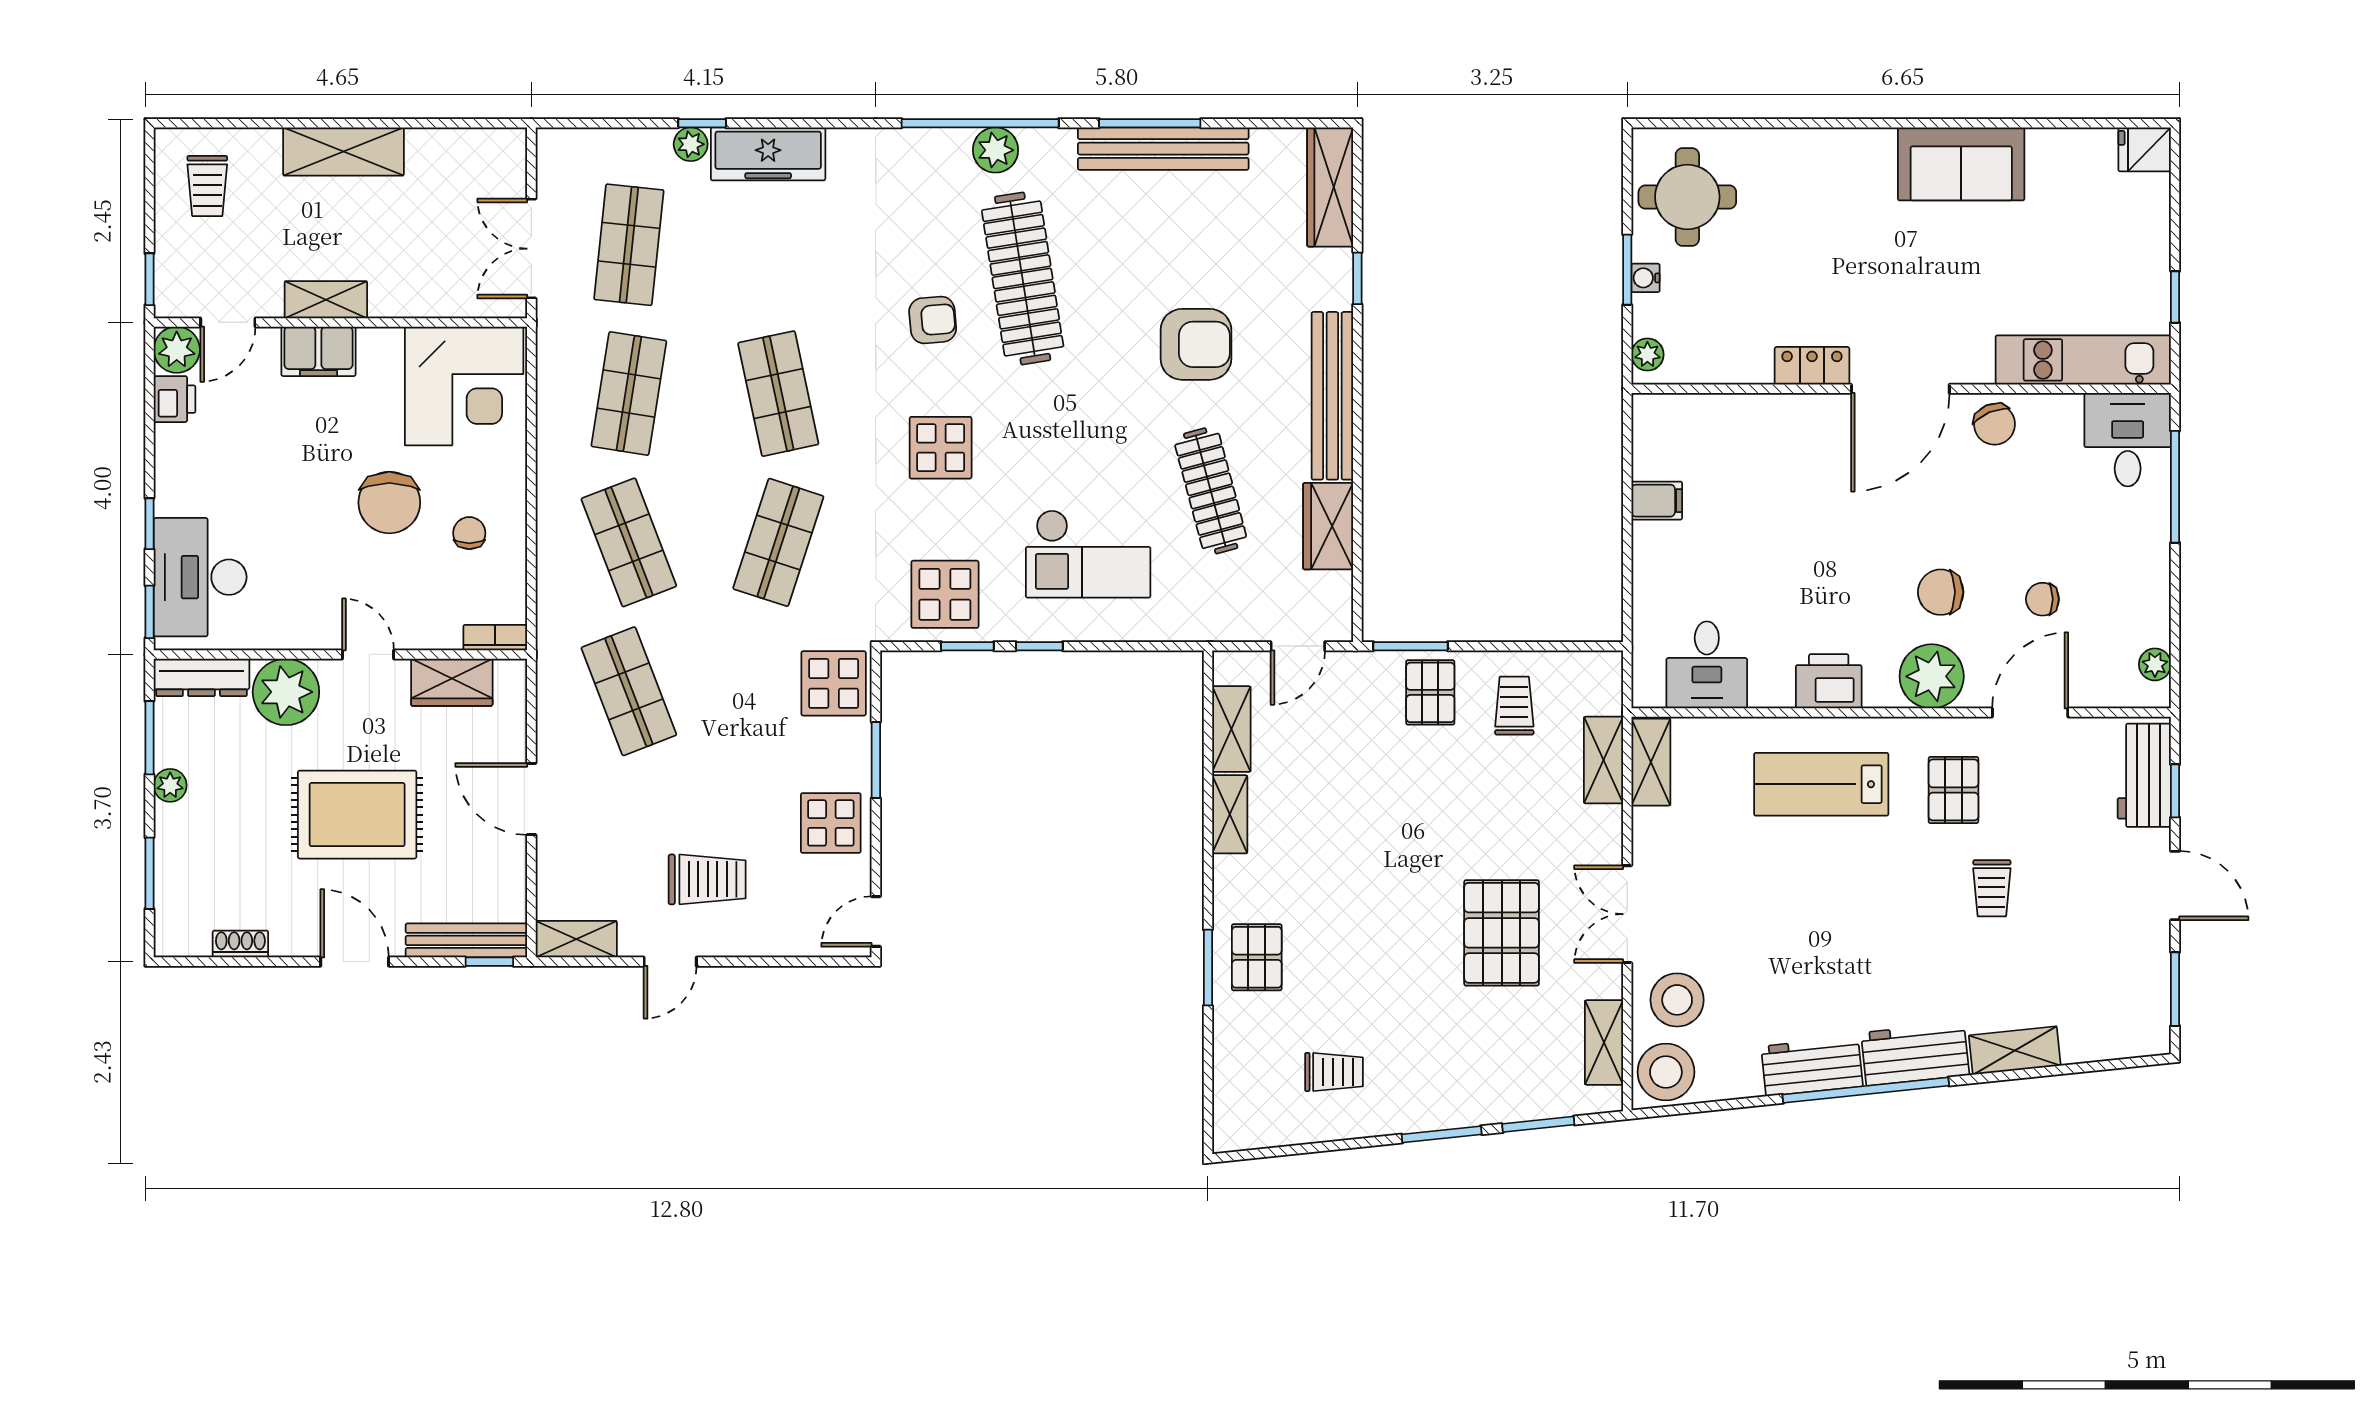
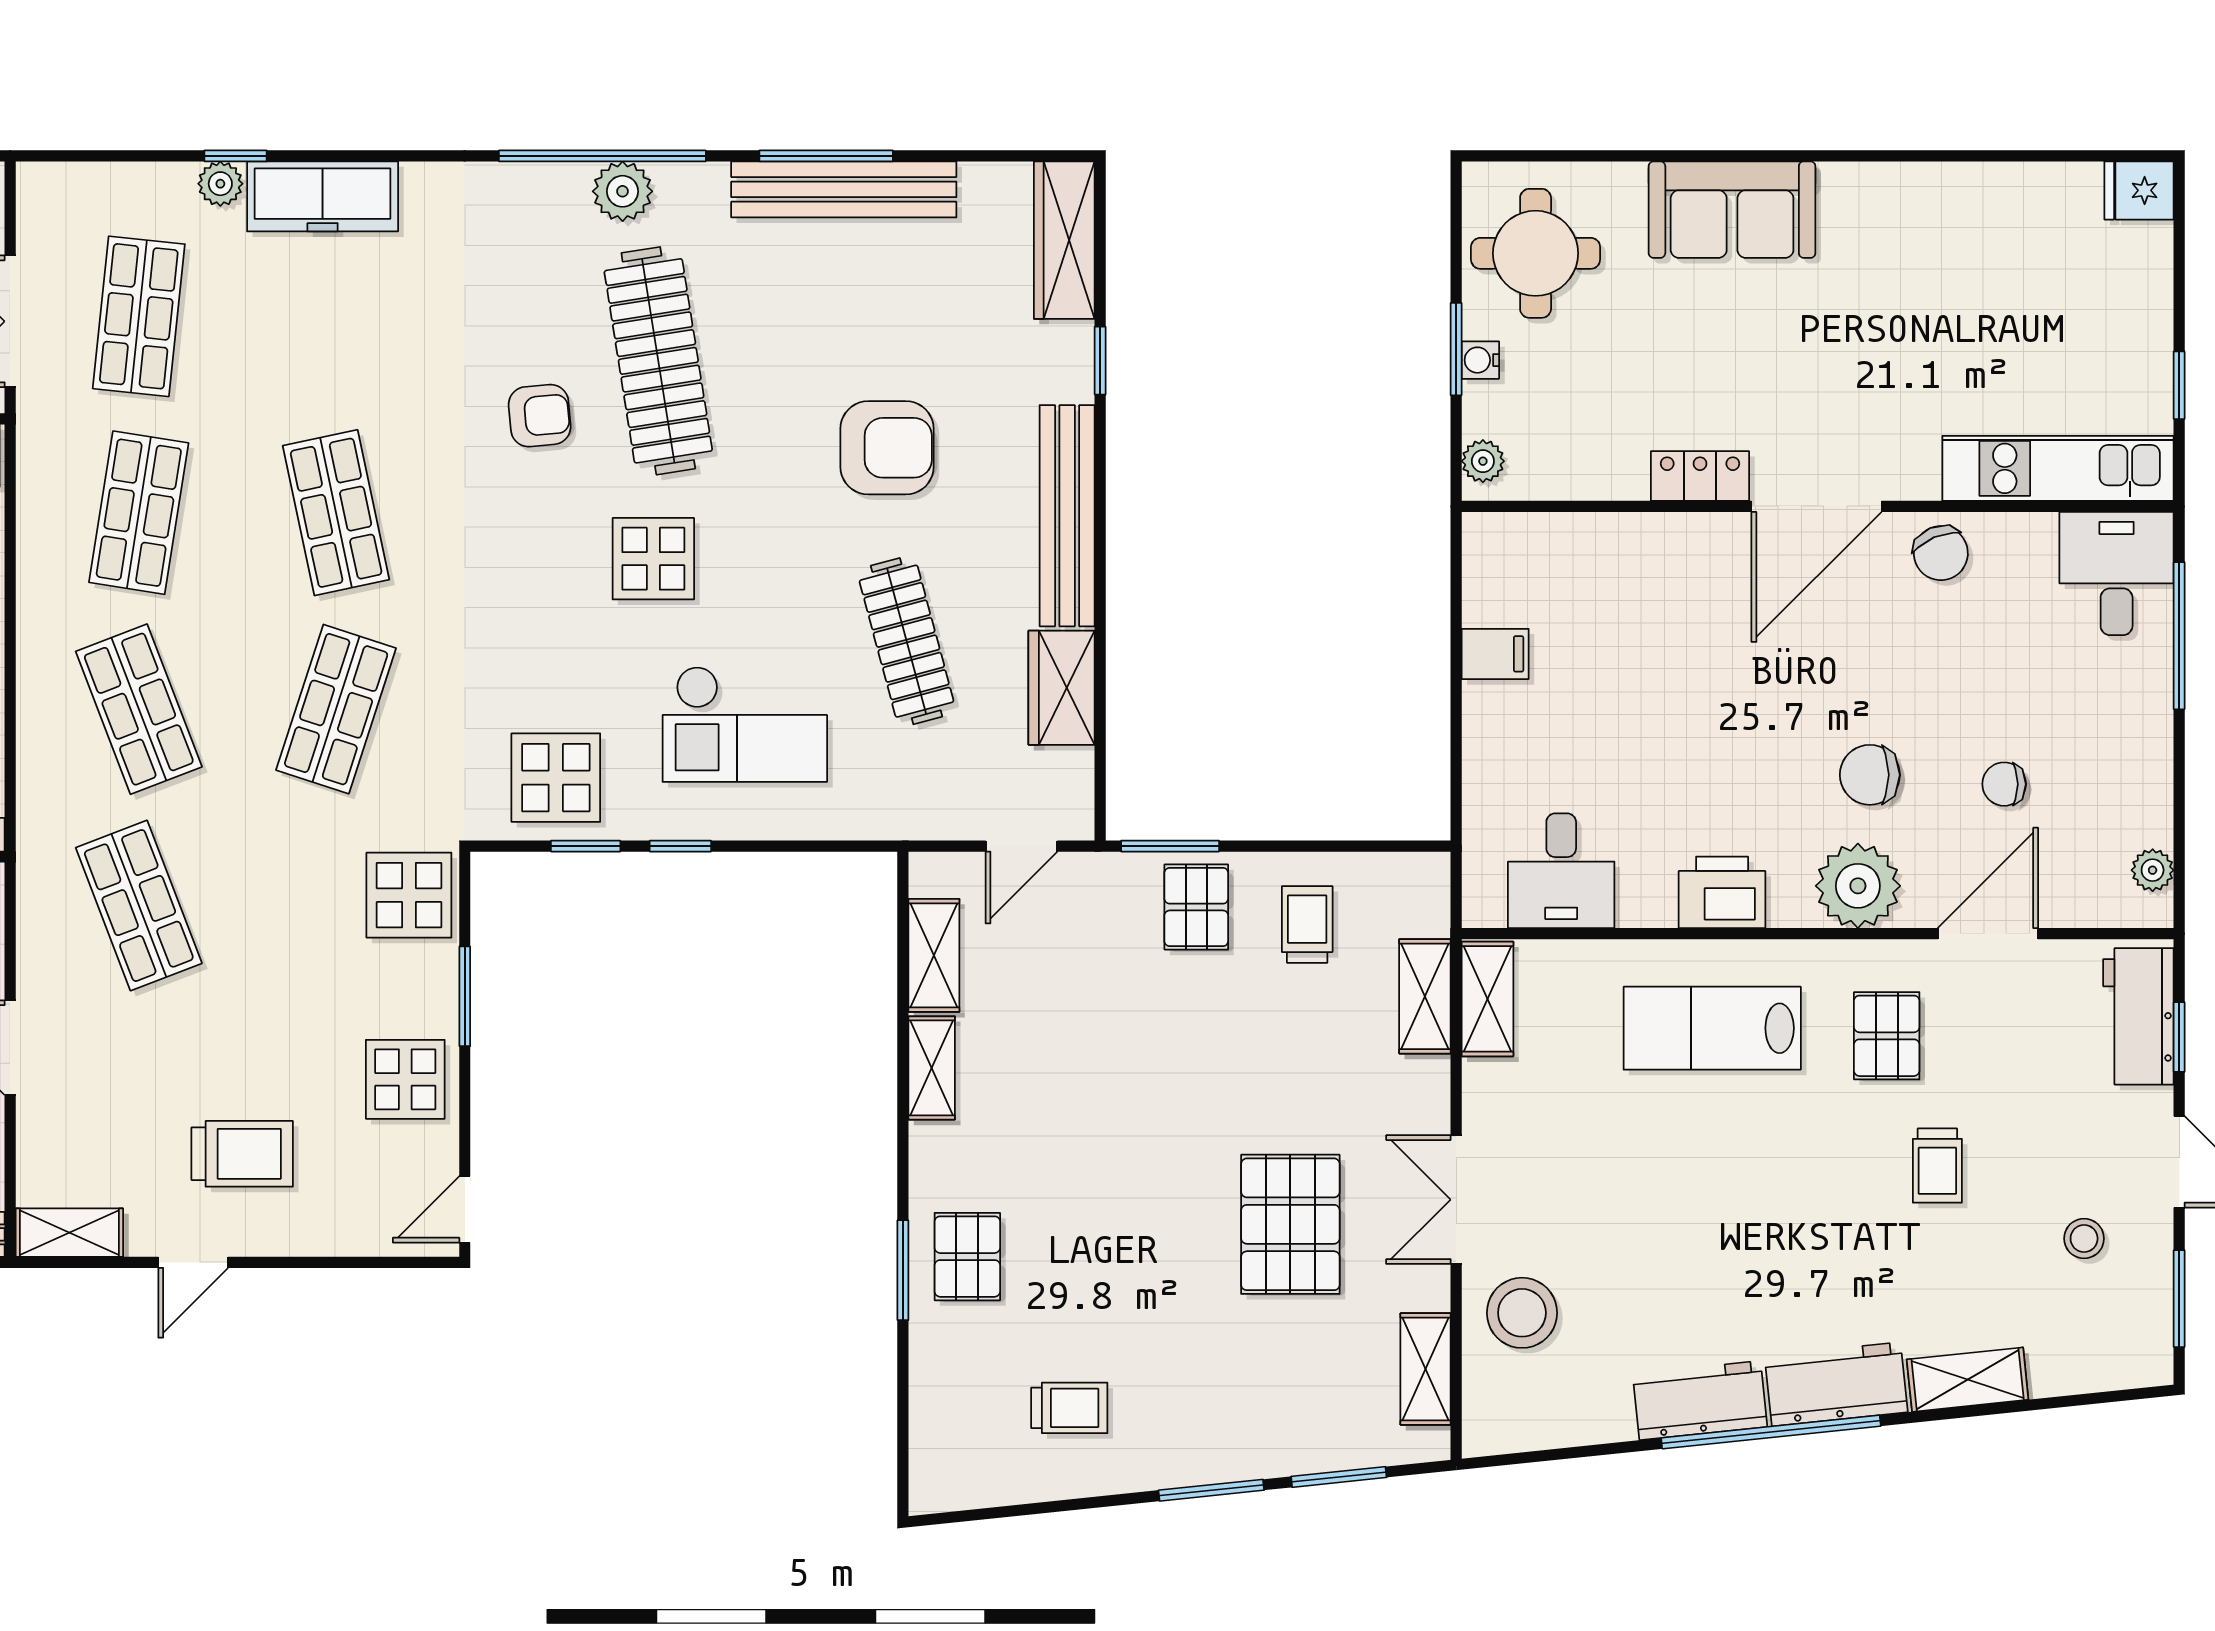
sofa: (1961, 164) -> (1732, 210), moved
display table: (941, 448) -> (653, 559), moved
stool: (1666, 1072) -> (2084, 1239), moved, width x0.53, depth x0.53

